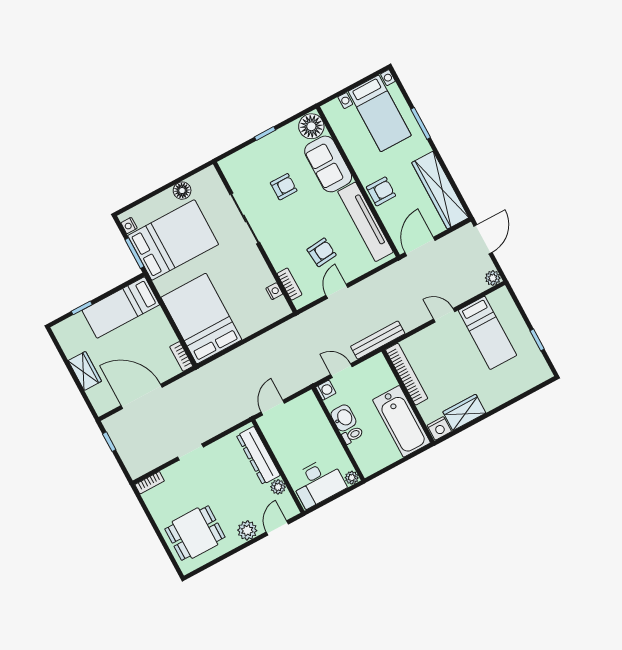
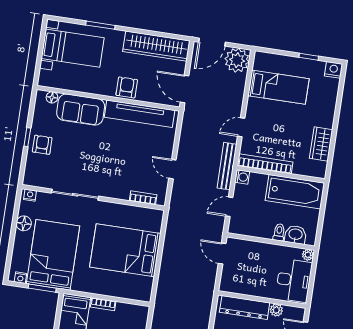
floor lamp: (311, 126) -> (52, 97), width x0.53, depth x0.53
armchair: (284, 187) -> (42, 145), moved
door: (483, 239) -> (212, 42), swing flipped
armchair: (322, 252) -> (138, 160), removed
plant: (493, 278) -> (237, 60), width x1.88, depth x1.88
nightstand: (274, 291) -> (30, 195), moved
door: (444, 315) -> (241, 127), moved
bed: (201, 319) -> (125, 250), moved
bookcase: (181, 356) -> (103, 304), moved
washing machine: (326, 390) -> (242, 177), moved, turned 90
door: (273, 408) -> (222, 254), moved
washbasin: (343, 418) -> (295, 235), moved
nightstand: (439, 428) -> (334, 70), moved, turned -90

